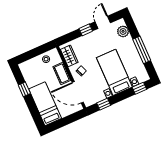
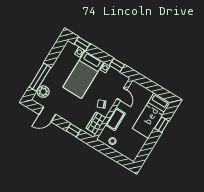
window: (86, 30) -> (73, 130), moved
window: (142, 50) -> (40, 77), moved
window: (24, 89) -> (162, 125), moved
door: (78, 92) -> (122, 94), width x0.53

